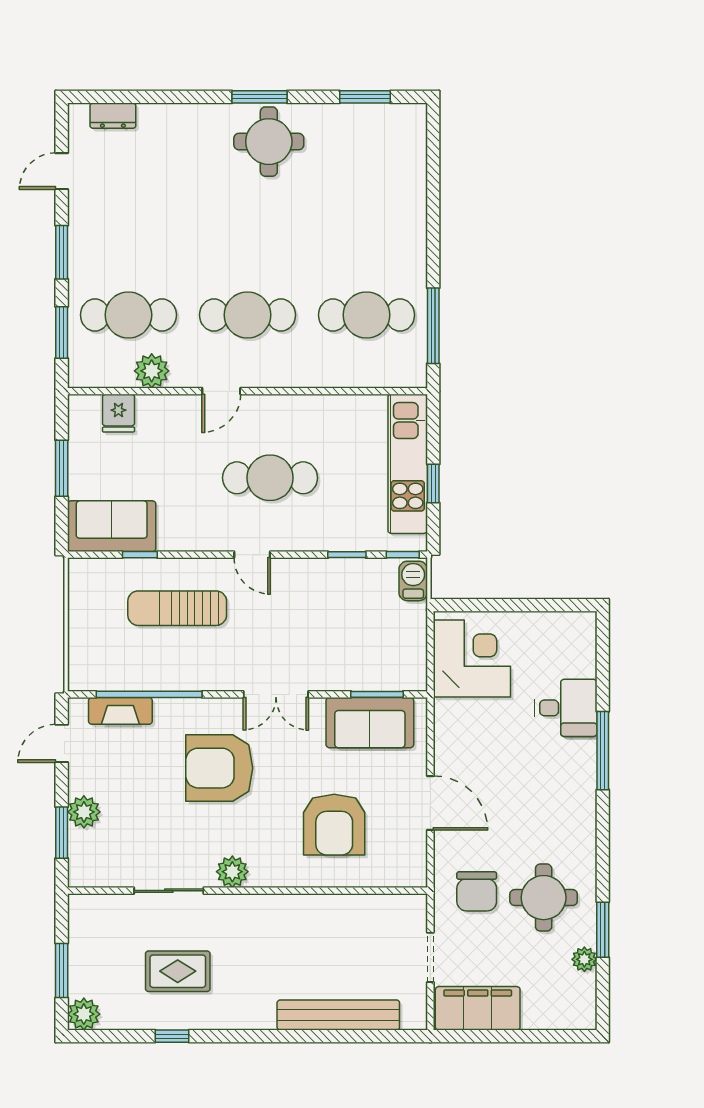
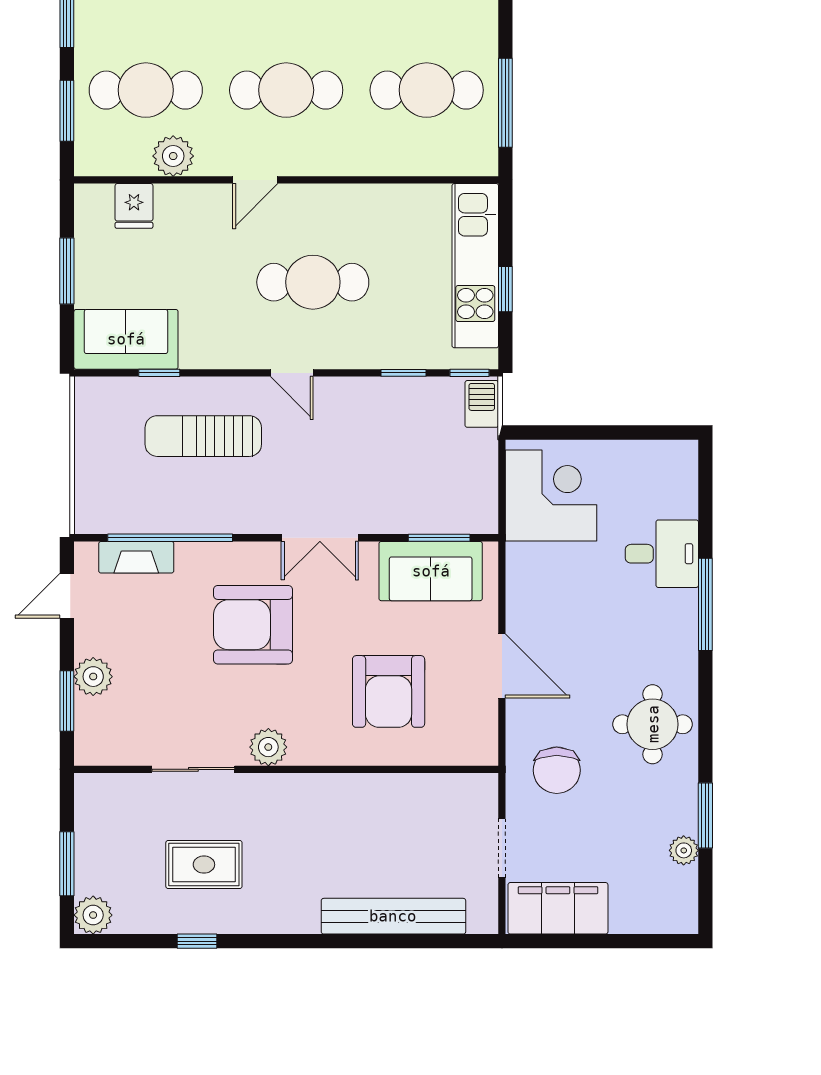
round table: (544, 898) -> (653, 724), moved

